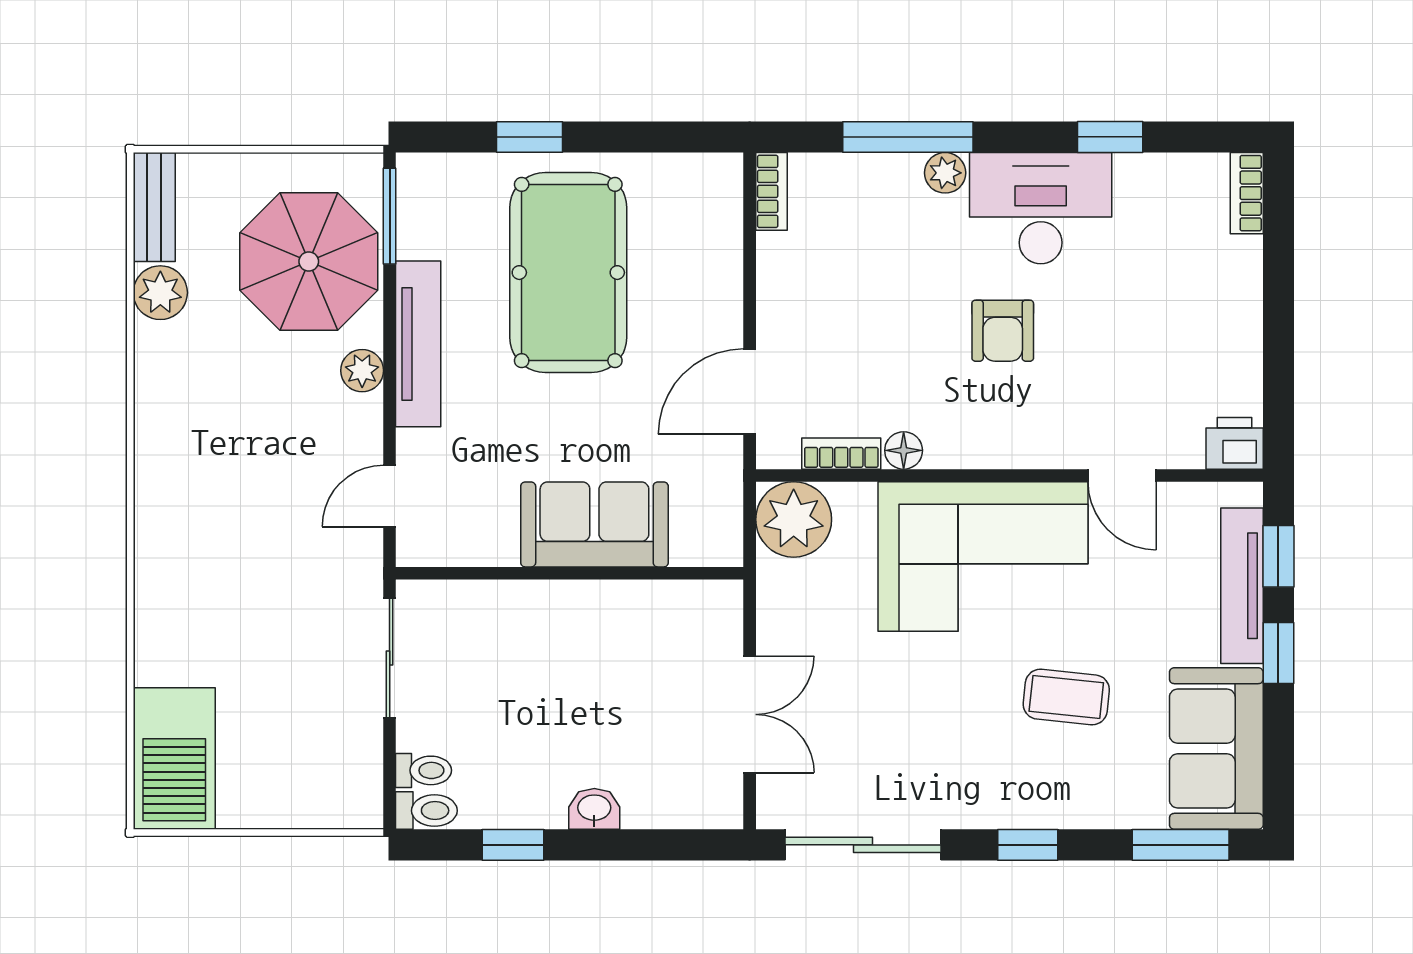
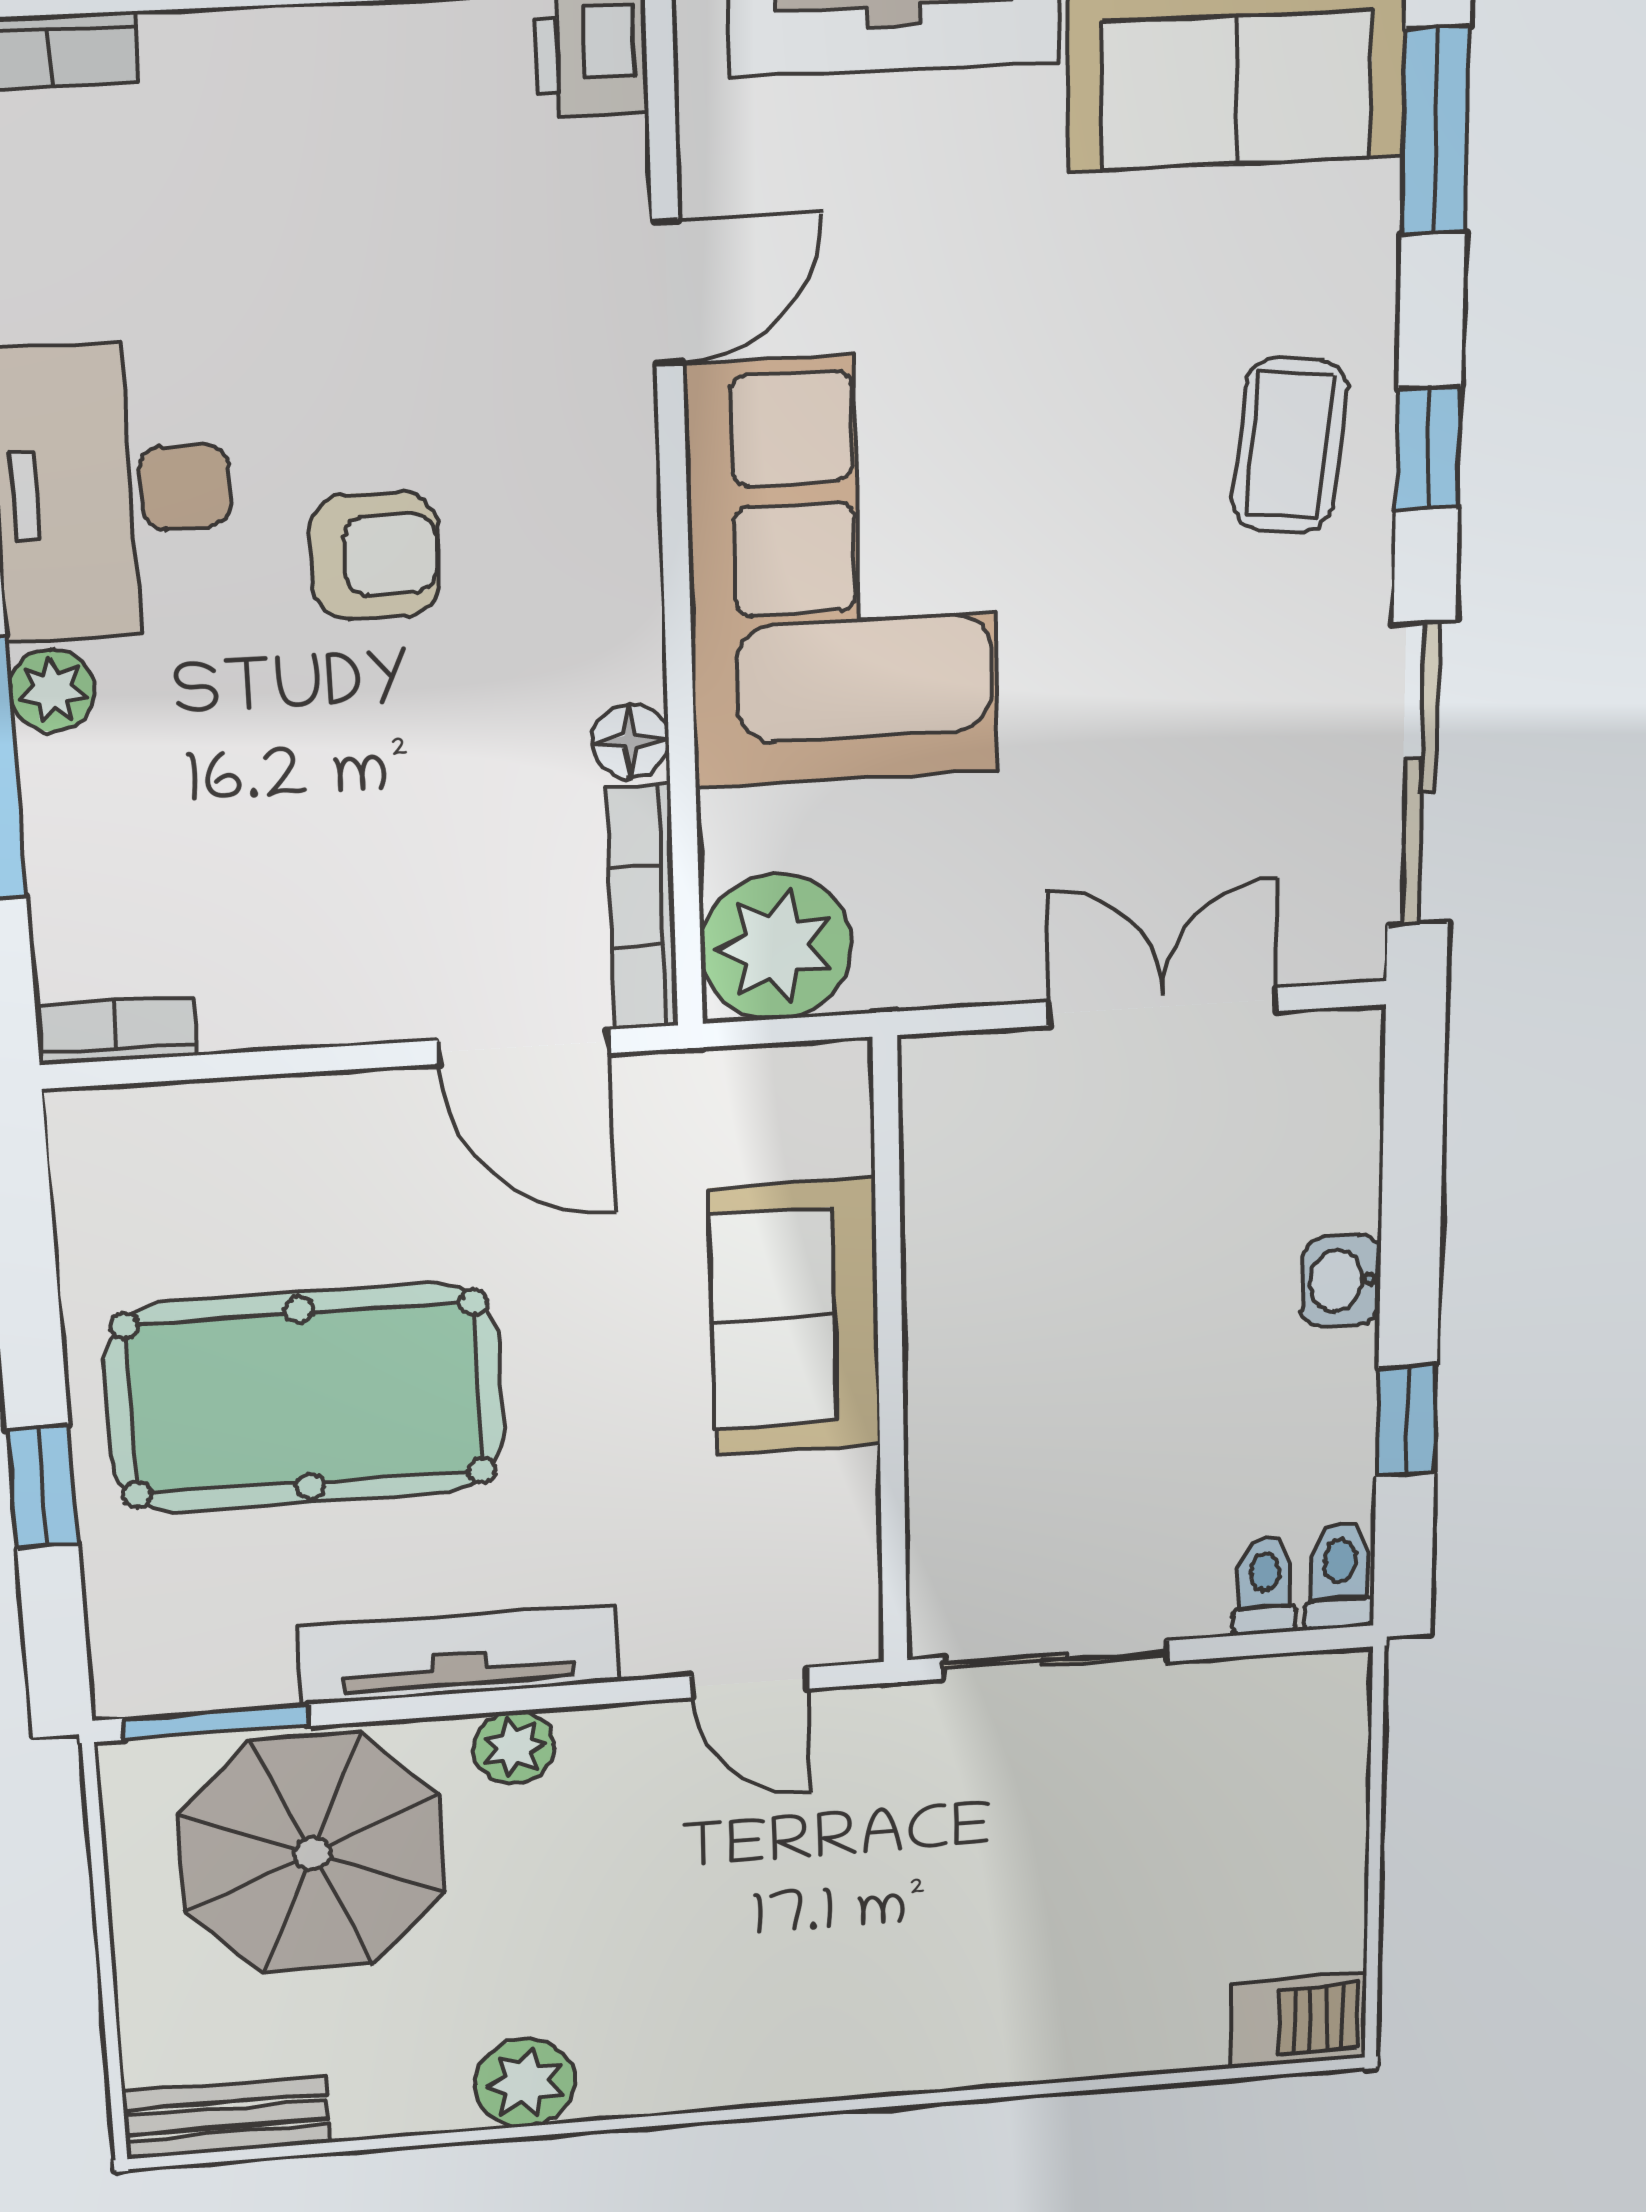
plant: (160, 293) -> (525, 2083), moved
bookcase: (841, 454) -> (643, 906), width x1.56
coffee table: (1066, 697) -> (1289, 445), moved
barbecue: (174, 758) -> (1298, 2020), width x0.53, depth x0.65

